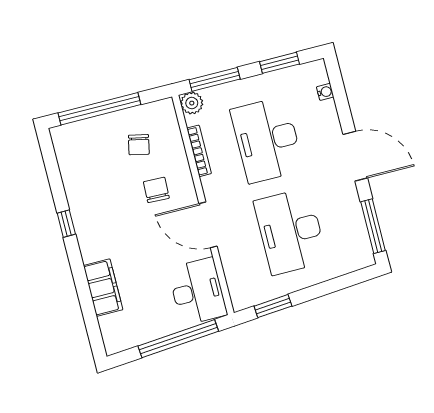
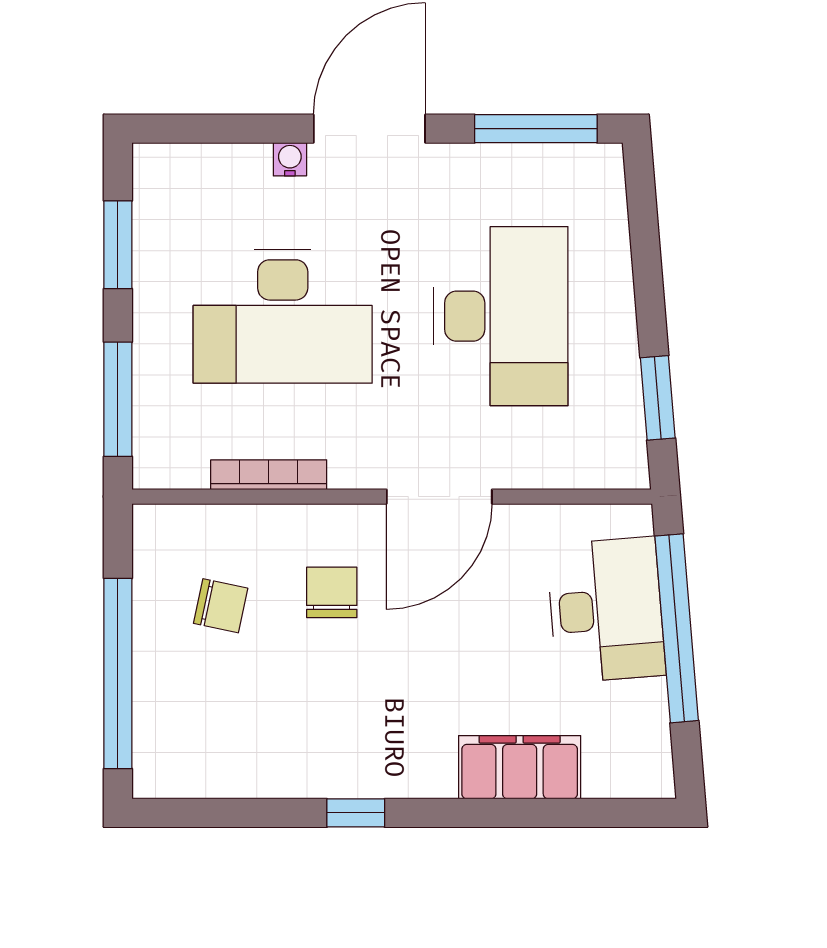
water cooler: (325, 92) -> (290, 159), moved
plant: (192, 103) -> (158, 464), removed
chair: (156, 190) -> (332, 592), turned 88
desk: (291, 231) -> (501, 316), turned -90
desk: (197, 291) -> (606, 610), moved, turned 85

